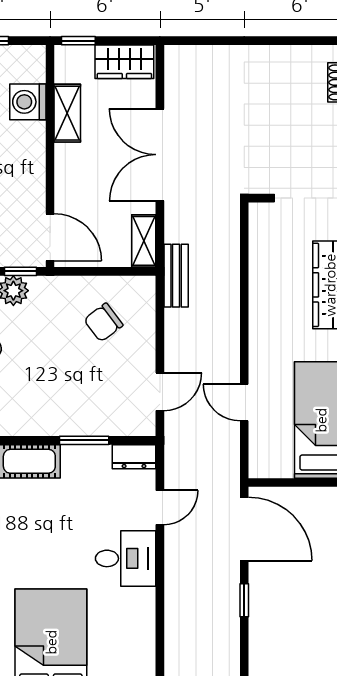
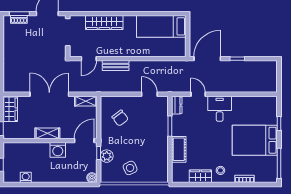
washing machine: (28, 102) -> (58, 150), moved
shelving: (67, 113) -> (47, 133), moved
double door: (160, 155) -> (49, 94), swing flipped
bench: (176, 276) -> (116, 66), moved
door: (244, 402) -> (89, 59), moved

